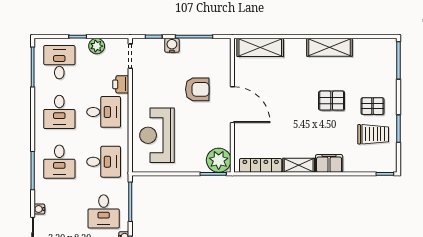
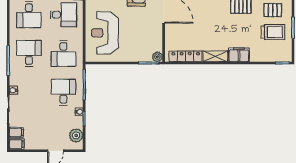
plant: (219, 160) -> (157, 57), width x0.53, depth x0.53
desk: (59, 162) -> (29, 53), turned 180
desk: (104, 162) -> (63, 53), turned 90
desk: (104, 211) -> (63, 92), turned 180

